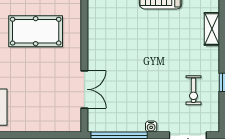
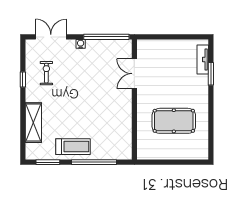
shelving: (212, 29) -> (33, 123), width x1.50, depth x1.33

